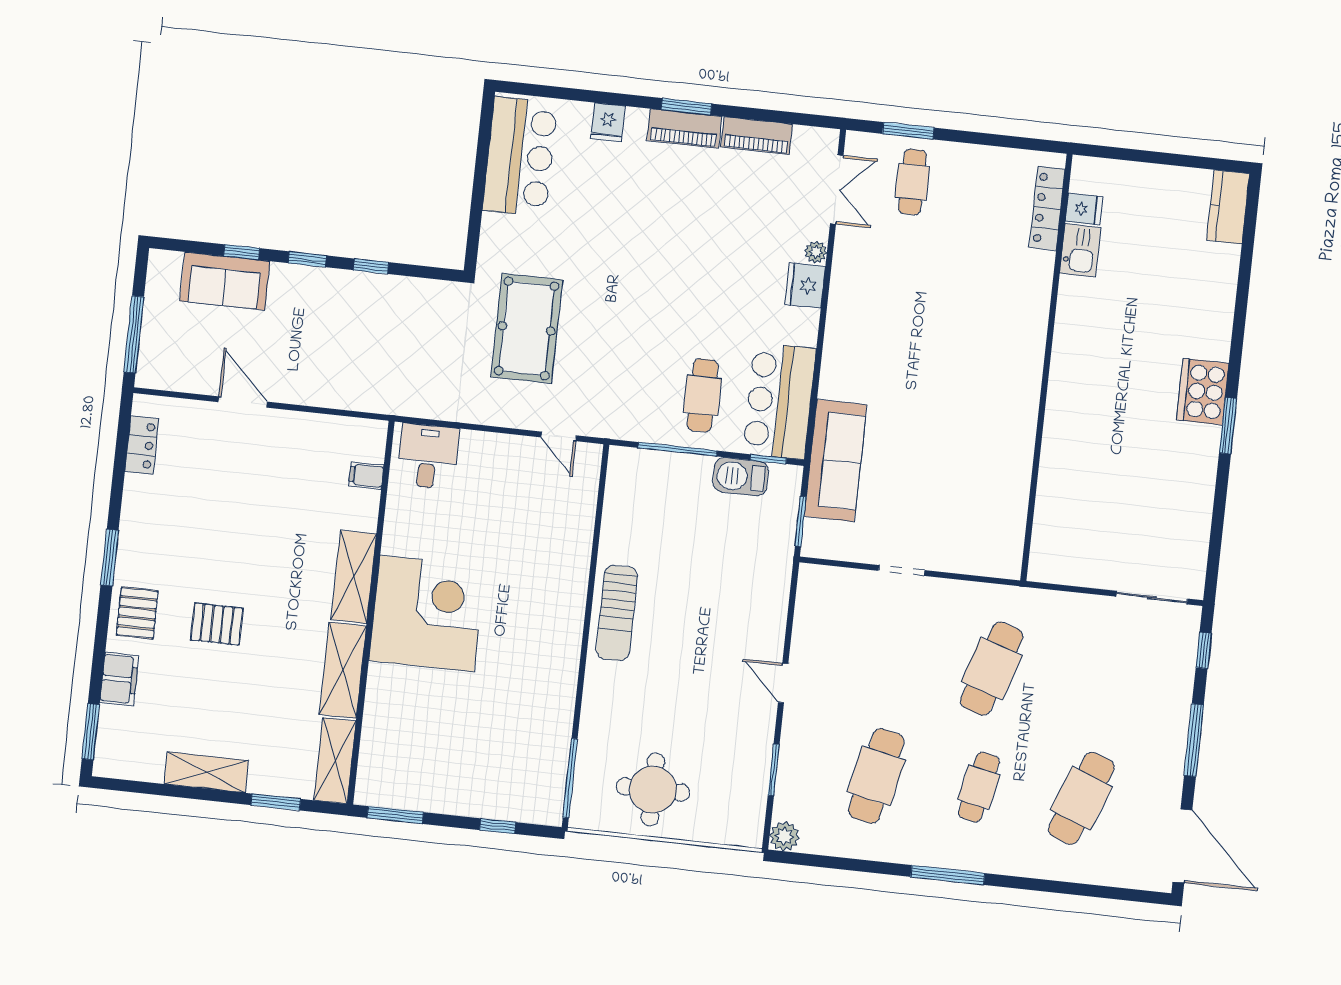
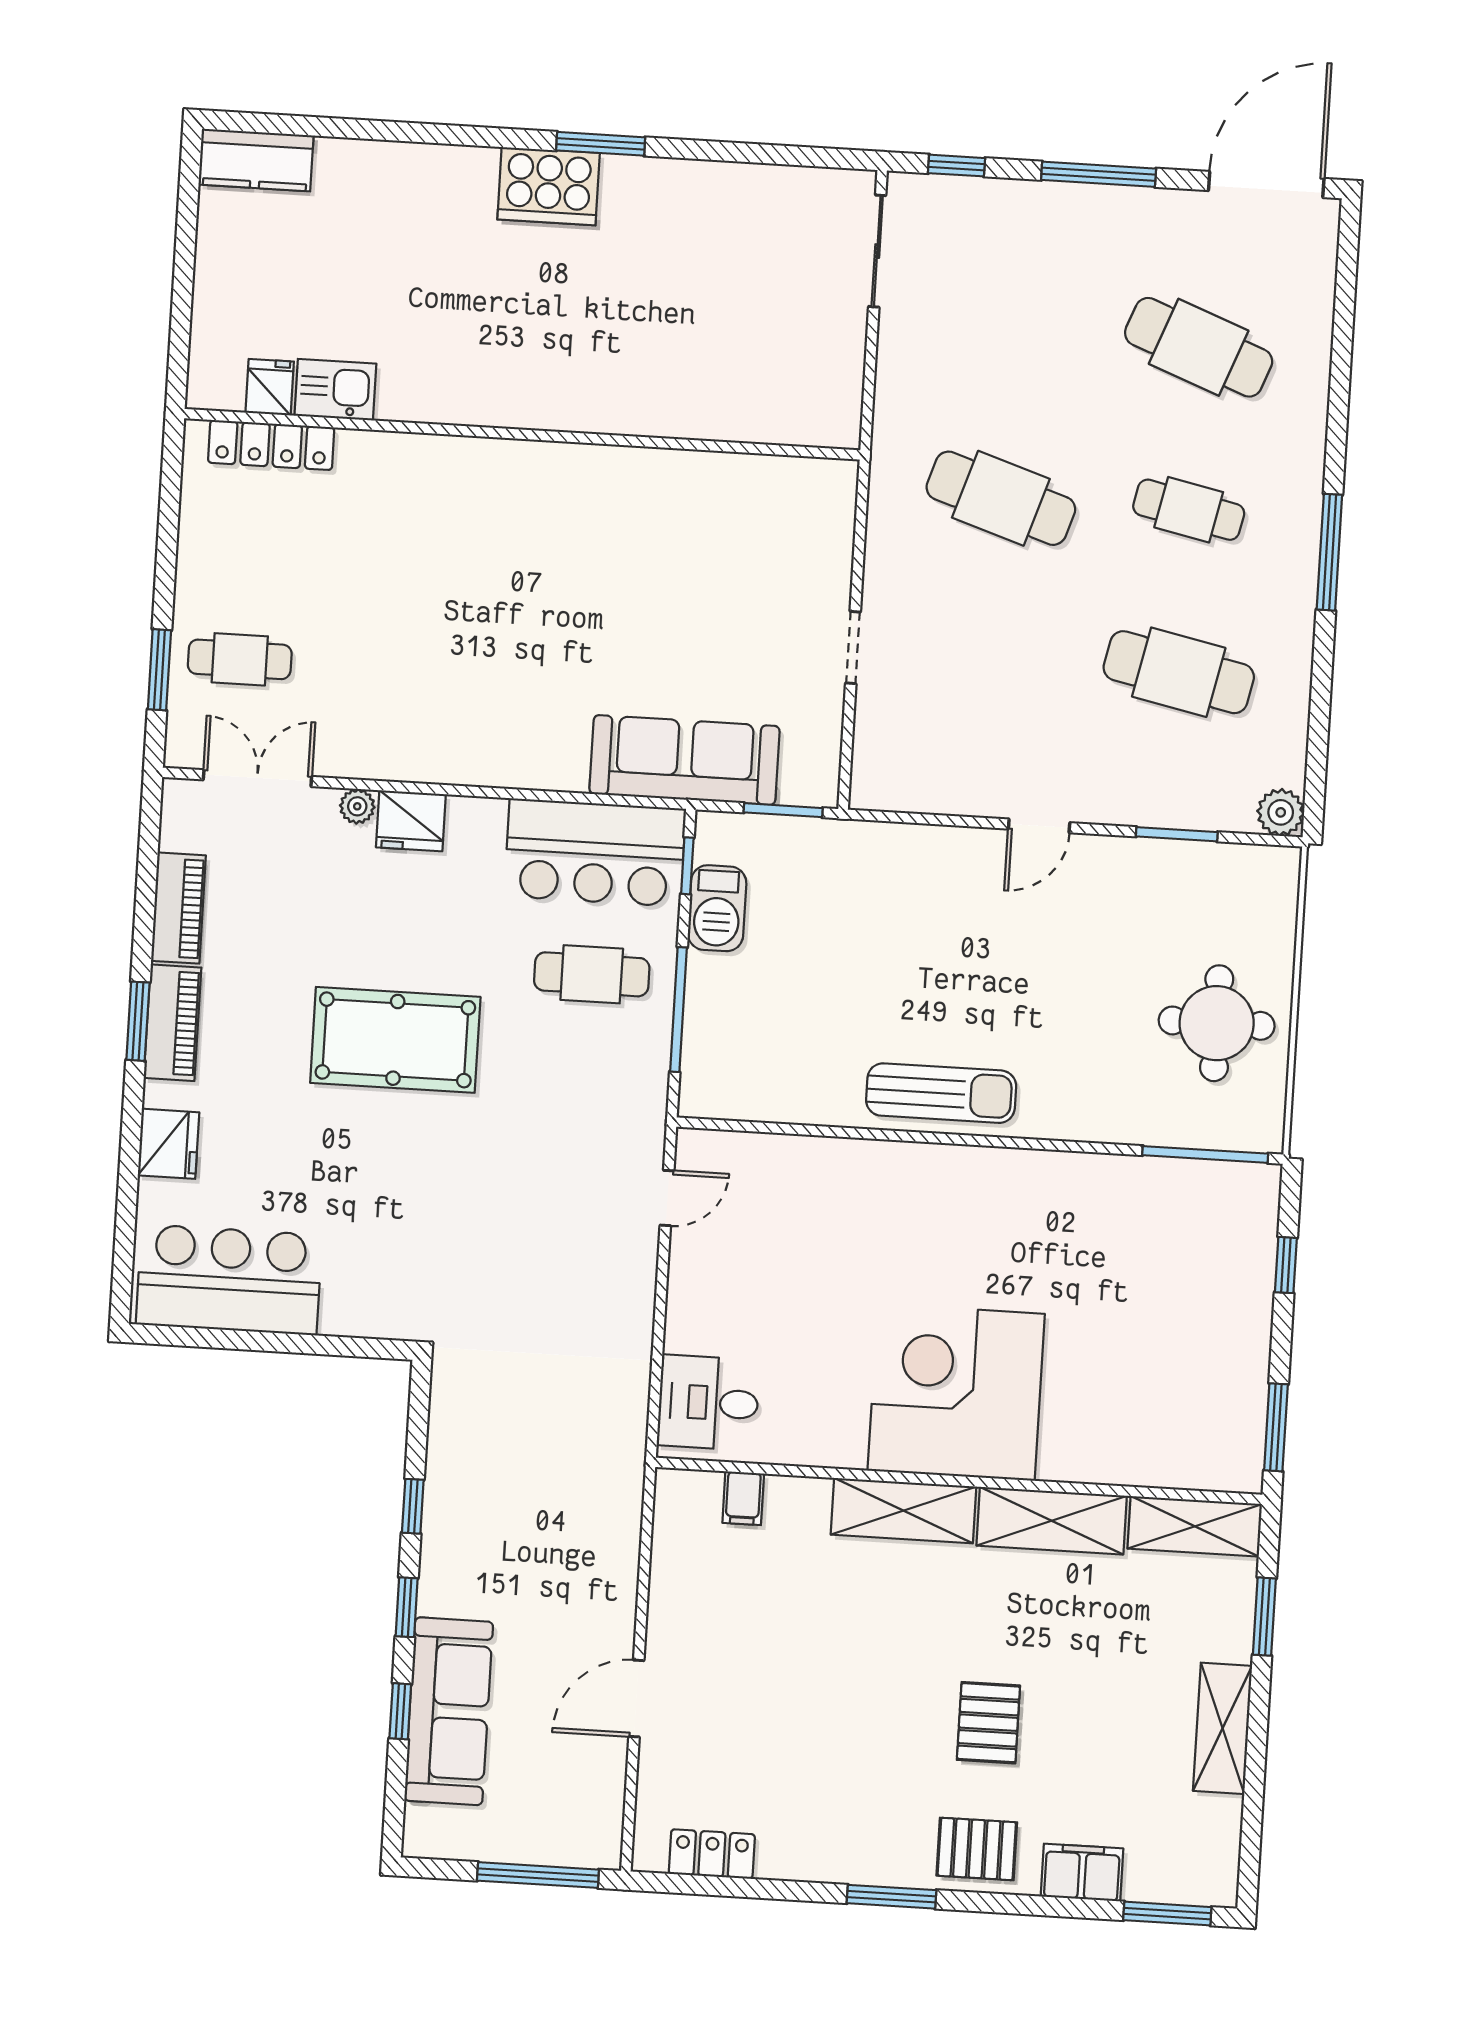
fridge: (608, 122) -> (168, 1144), width x1.38
sofa: (225, 281) -> (449, 1711), width x1.36
pool table: (527, 328) -> (395, 1040), moved

